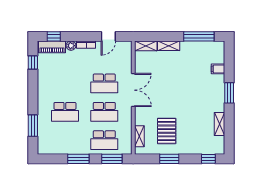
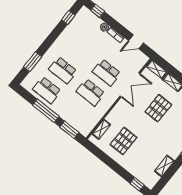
piano: (52, 47) -> (90, 17), removed
pallet: (174, 78) -> (158, 108), added
double door: (133, 90) -> (130, 85), moved
school desk: (104, 140) -> (47, 90), moved
window: (78, 159) -> (46, 111), width x1.44
window: (169, 159) -> (110, 162), removed

